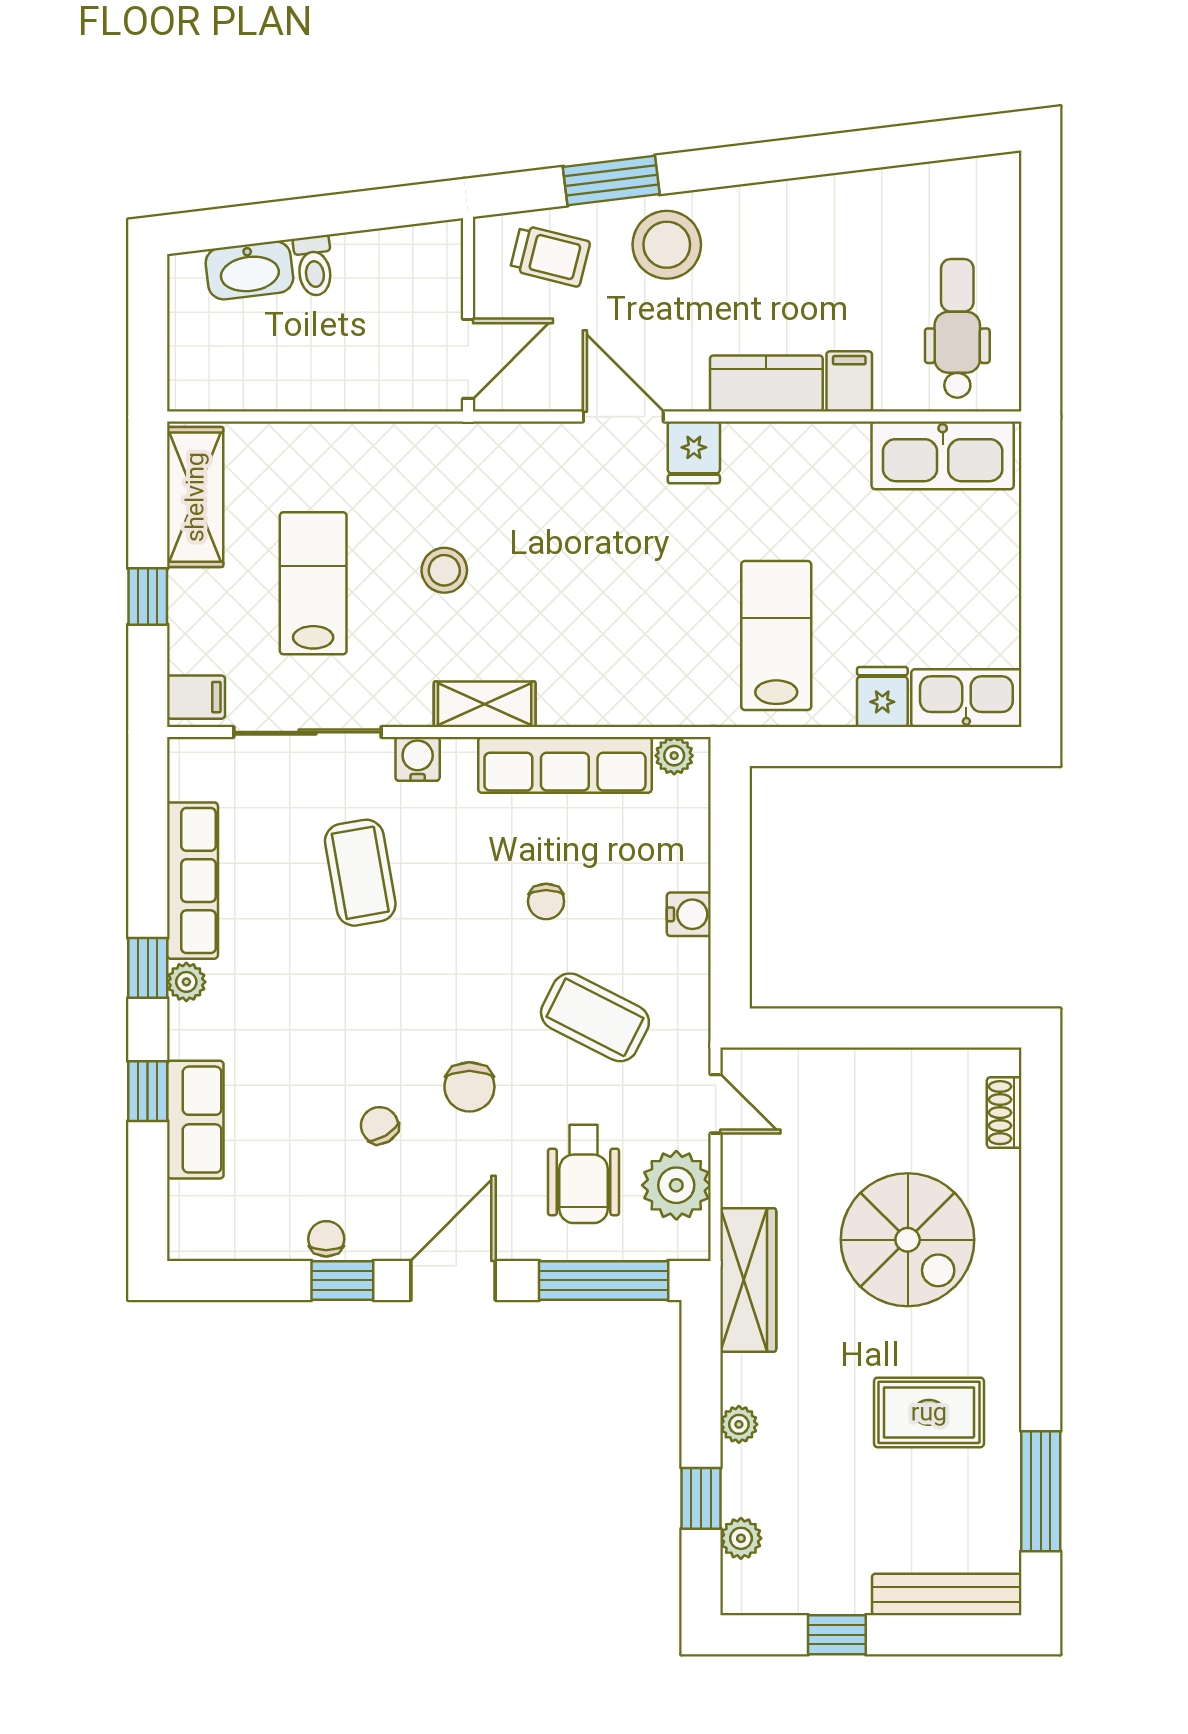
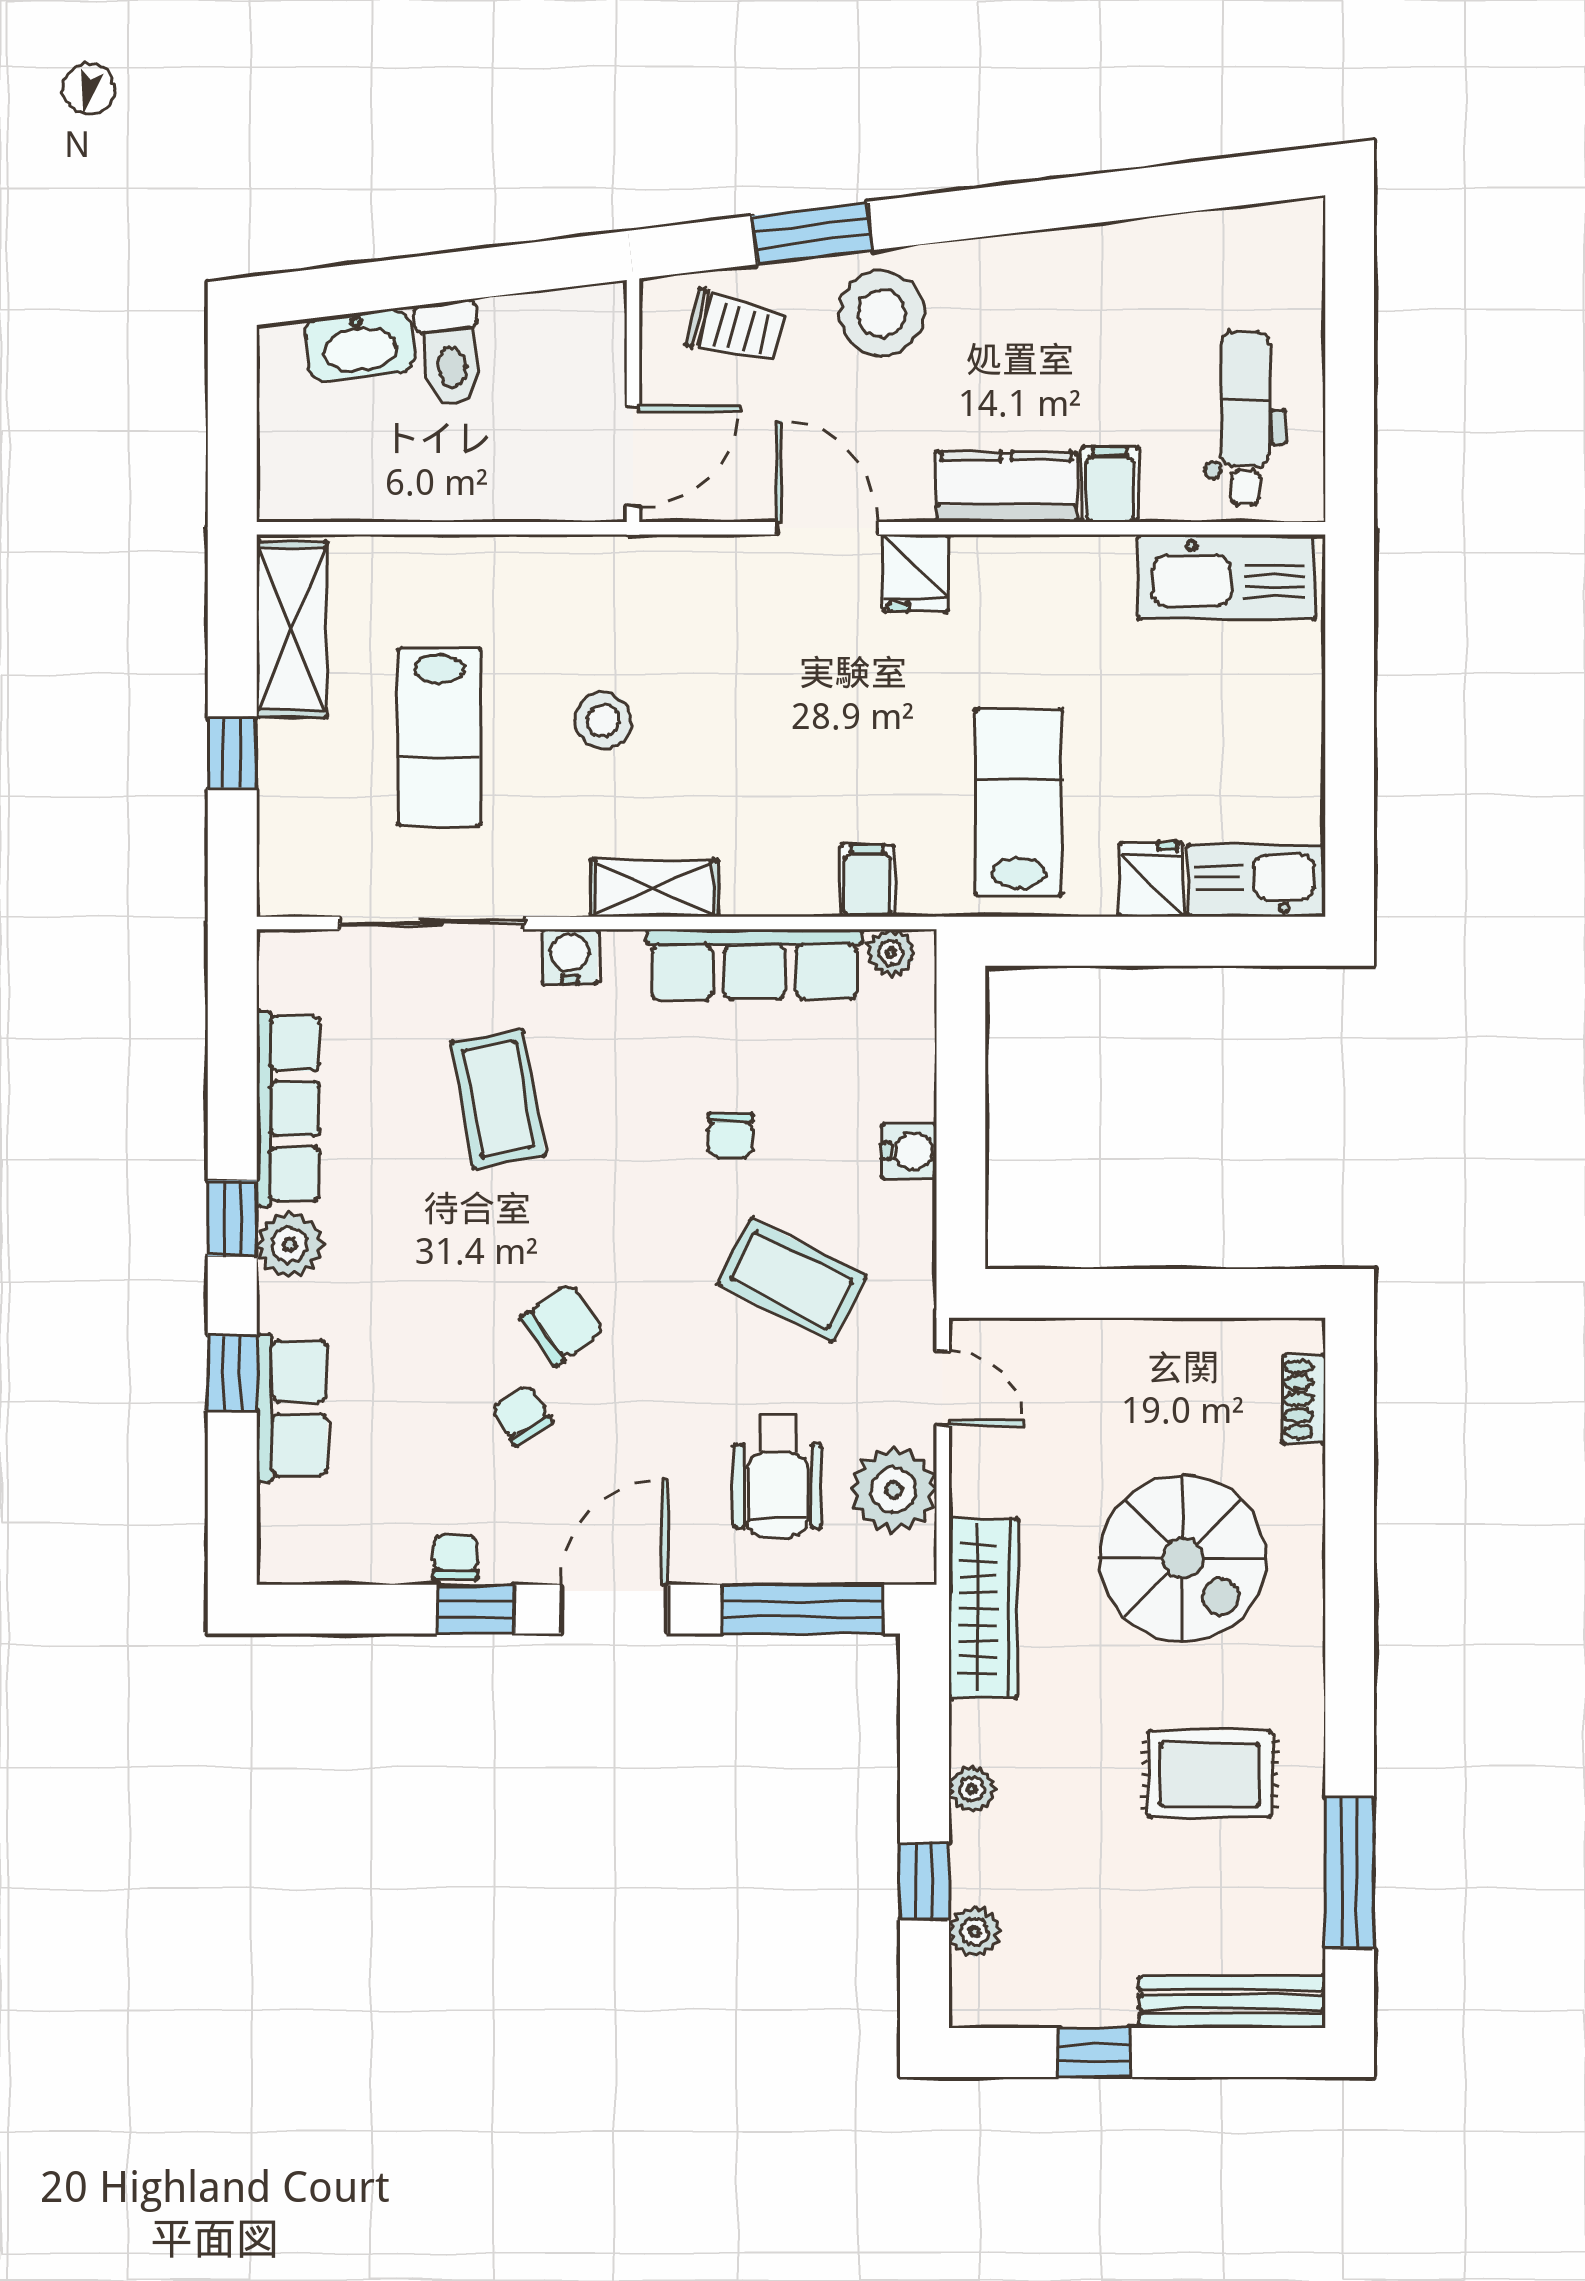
toilet: (314, 266) -> (450, 353), width x1.37, depth x1.39
lab bench: (313, 583) -> (439, 737), turned 180
filing cabinet: (196, 697) -> (867, 881), moved, turned -90
plant: (186, 982) -> (290, 1245), width x1.38, depth x1.38
chair: (469, 1087) -> (562, 1324), moved, turned -126

